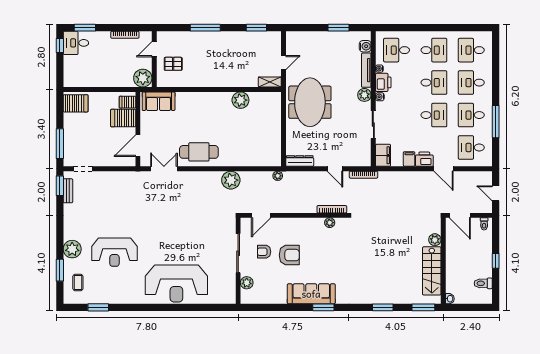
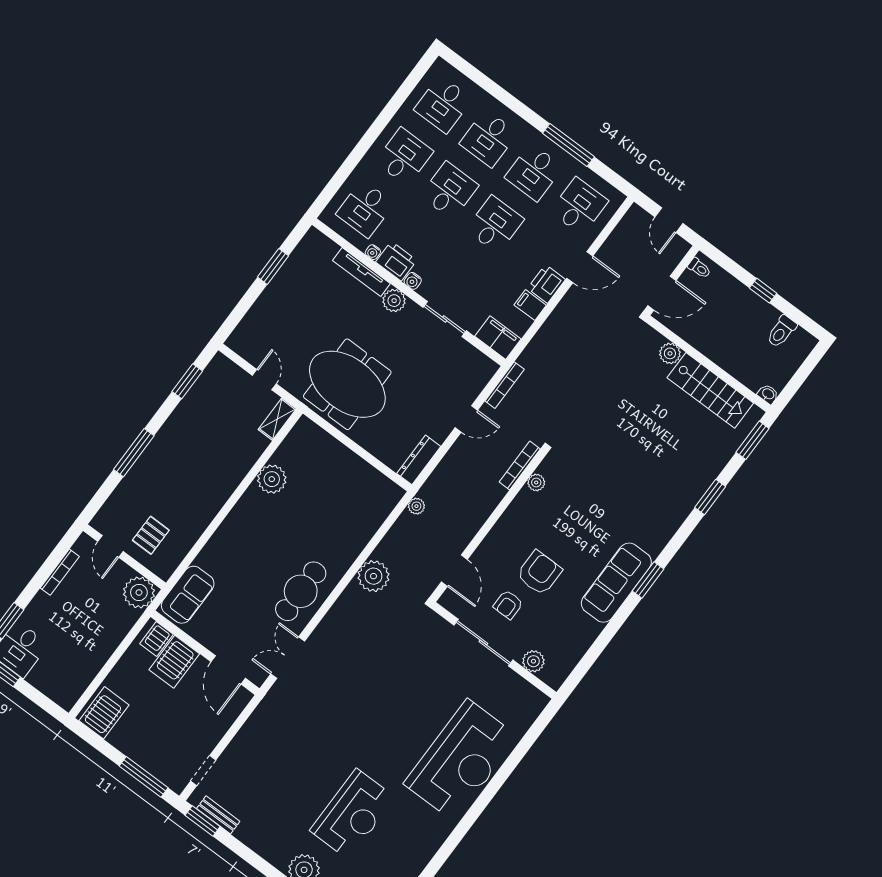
water cooler: (365, 46) -> (327, 249), removed
desk: (471, 147) -> (579, 206), turned 180
door: (496, 193) -> (669, 220), hinge flipped

